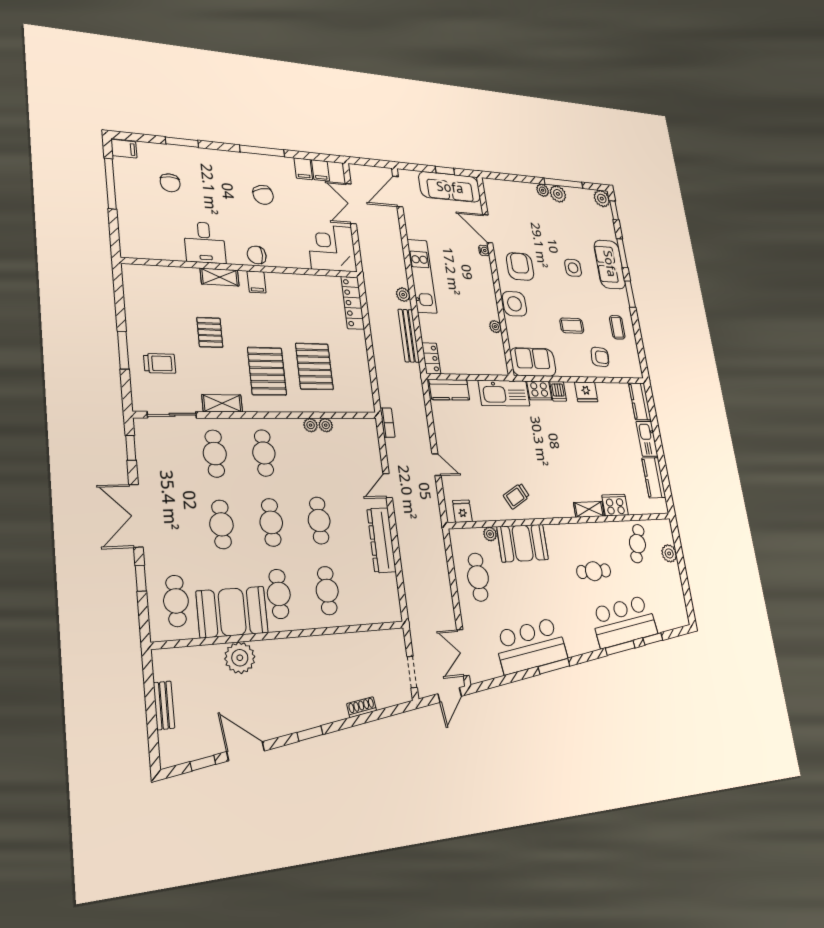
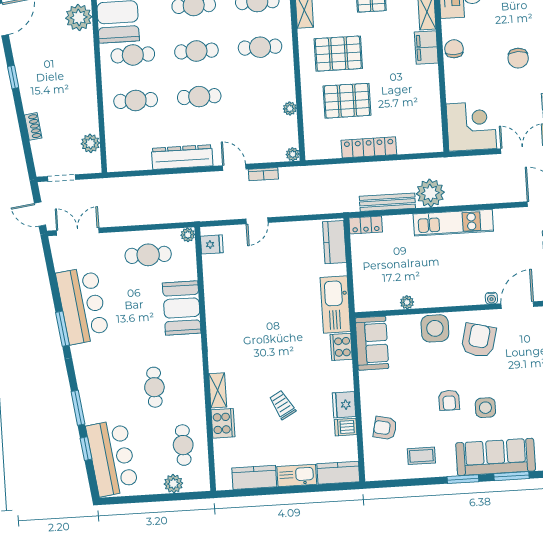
chair: (263, 195) -> (518, 58), turned -76
sofa: (610, 264) -> (496, 457), width x1.36
armchair: (520, 266) -> (479, 340), turned -76
filing cabinet: (257, 282) -> (426, 47), width x2.00
plant: (403, 295) -> (430, 193), width x1.87, depth x1.87
armchair: (571, 298) -> (449, 400), added
locker: (353, 303) -> (369, 147), moved
coffee table: (572, 326) -> (417, 397), removed
armchair: (600, 357) -> (385, 428), turned 96
dishwasher: (558, 391) -> (346, 427), moved
bookcase: (388, 423) -> (263, 174), moved
plant: (311, 425) -> (293, 154), moved
trolley: (516, 496) -> (282, 405), moved
plant: (490, 534) -> (188, 235), moved
cafe table: (637, 544) -> (183, 445), turned 73
bar counter: (624, 621) -> (112, 458), moved
plant: (375, 641) -> (90, 143), added

